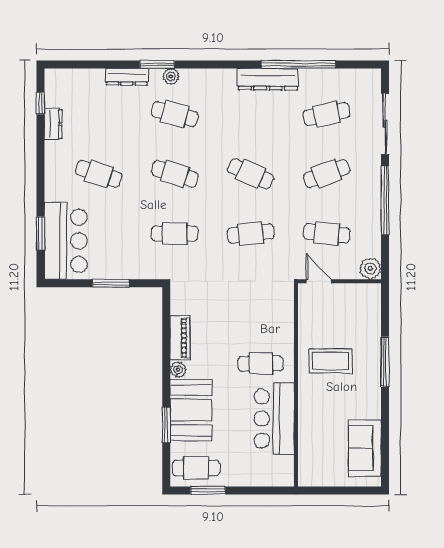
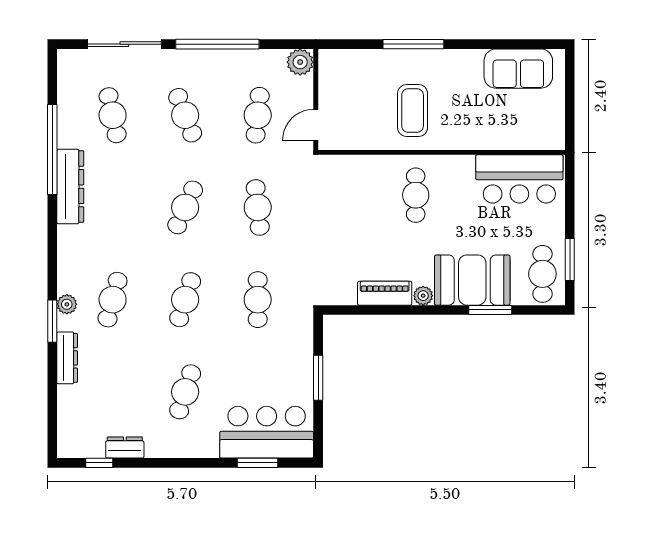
bar counter: (274, 419) -> (519, 179), moved

